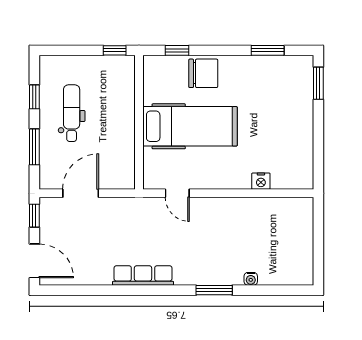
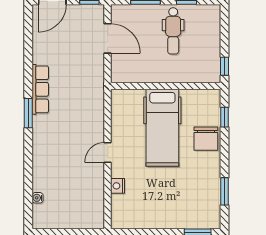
dental chair: (72, 113) -> (173, 31), turned 90
door: (177, 193) -> (108, 152), moved
water cooler: (251, 279) -> (38, 198), moved
window: (214, 290) -> (28, 113), moved

